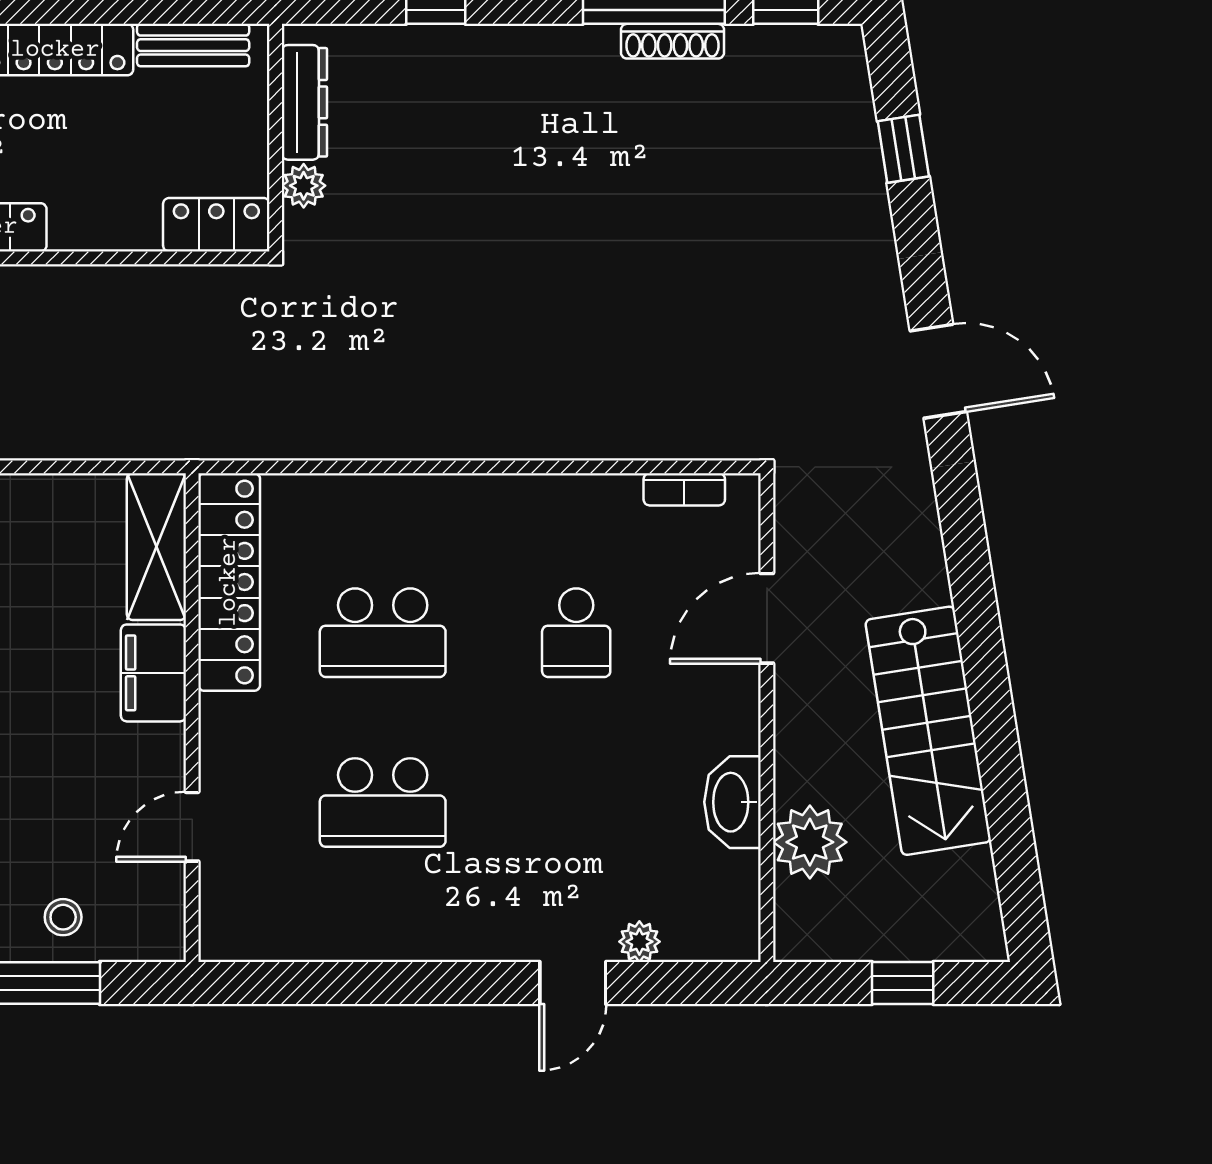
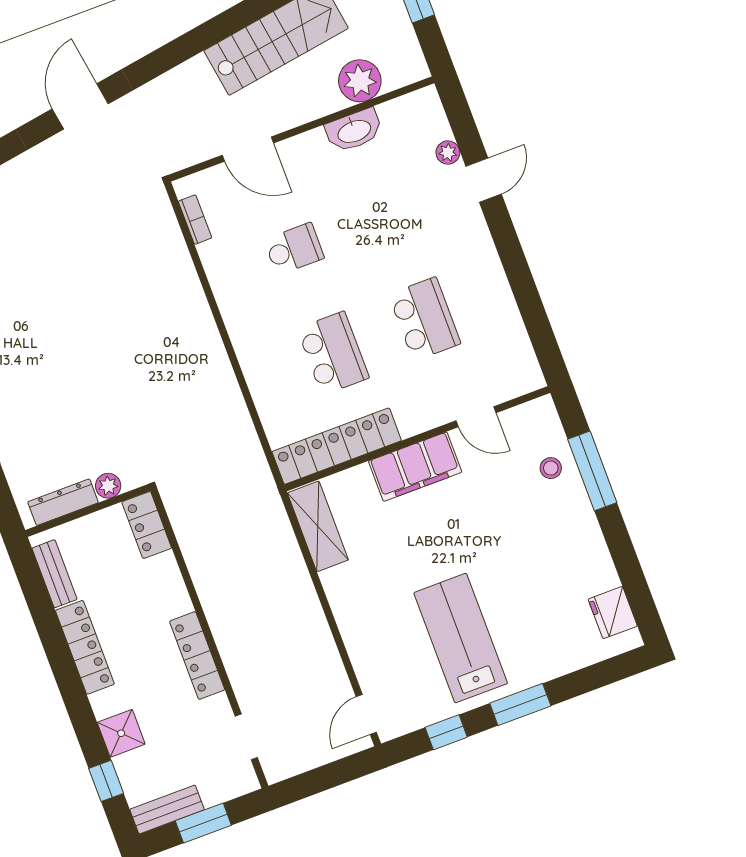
shelving: (156, 547) -> (318, 526), moved, turned 90
filing cabinet: (153, 673) -> (415, 467), width x1.50, depth x1.17
door: (573, 983) -> (484, 180), hinge flipped

